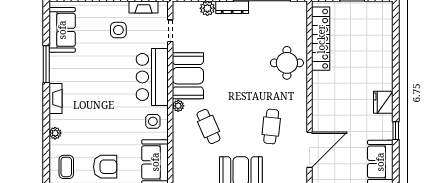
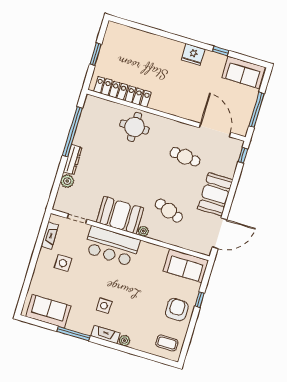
side table: (153, 121) -> (104, 306), moved
cafe table: (208, 127) -> (169, 211), turned 45
plant: (55, 133) -> (125, 341), moved

